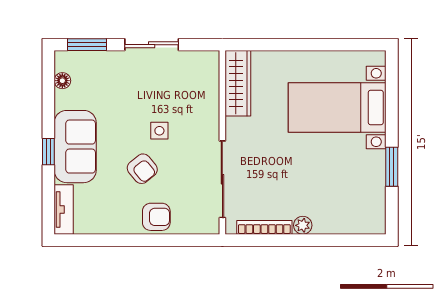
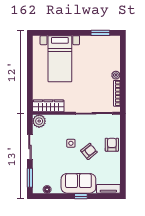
plant: (206, 64) -> (39, 121), added
window: (392, 167) -> (100, 33), moved

